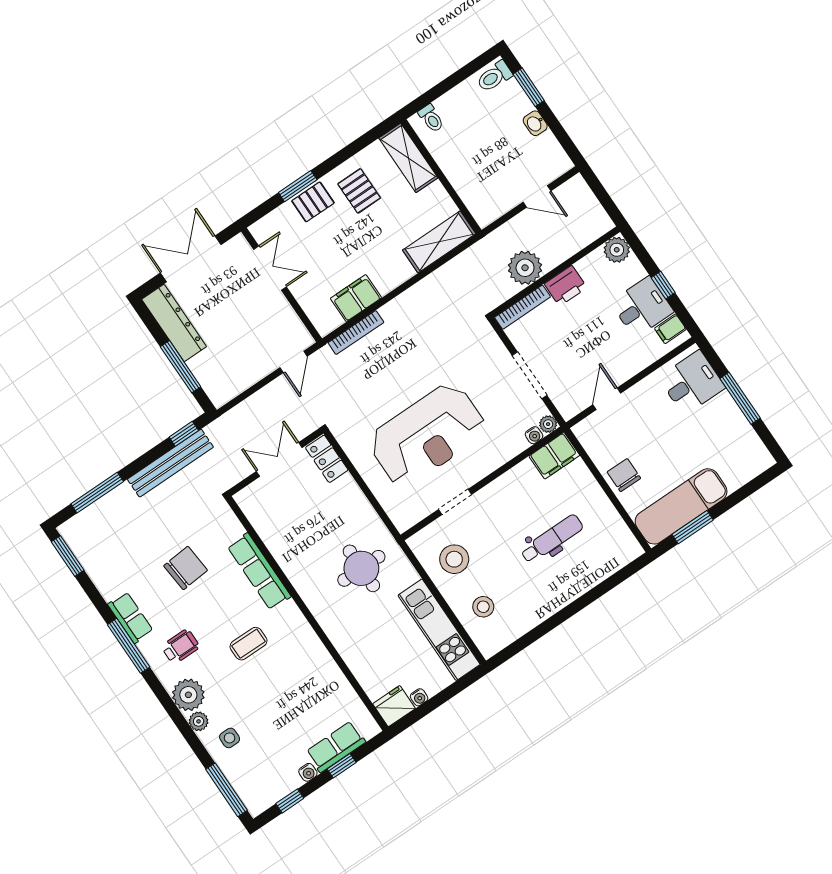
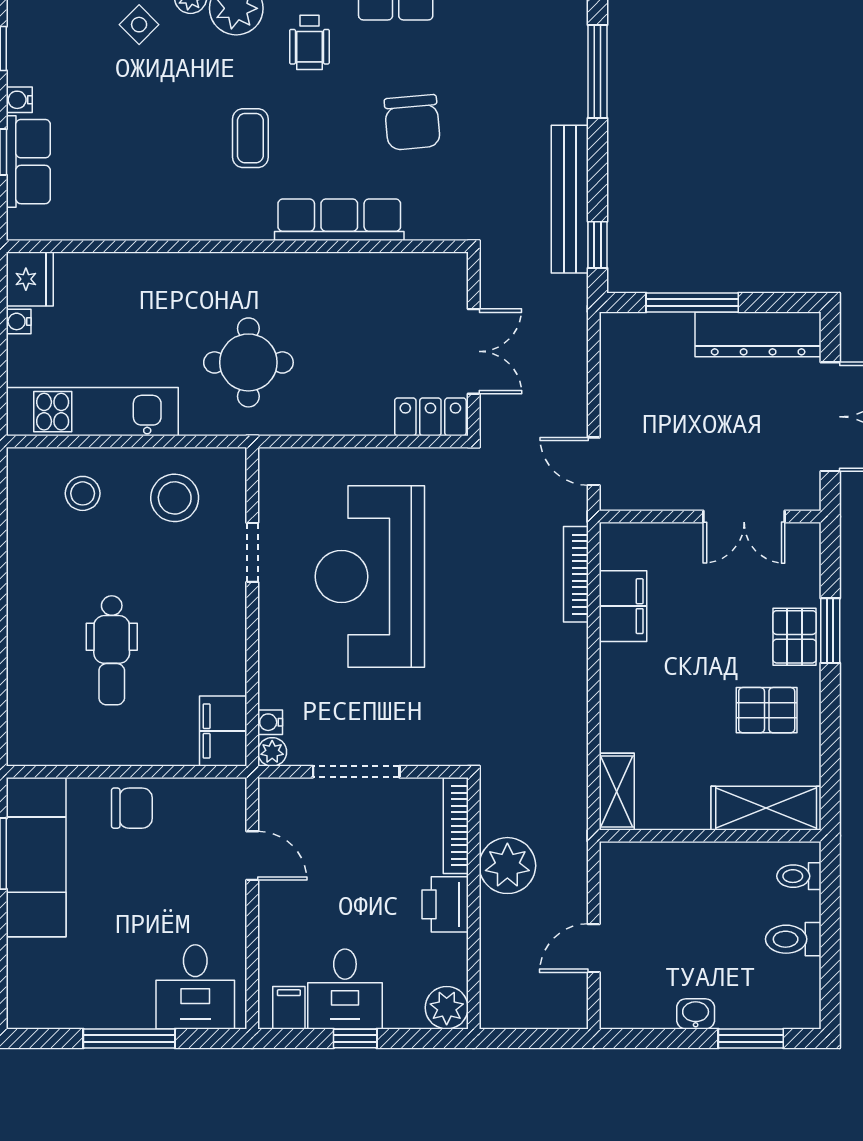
toilet: (494, 77) -> (793, 939), moved, turned -90
shelving: (439, 242) -> (617, 792), width x0.67, depth x0.75
side table: (230, 738) -> (139, 25), turned 45

